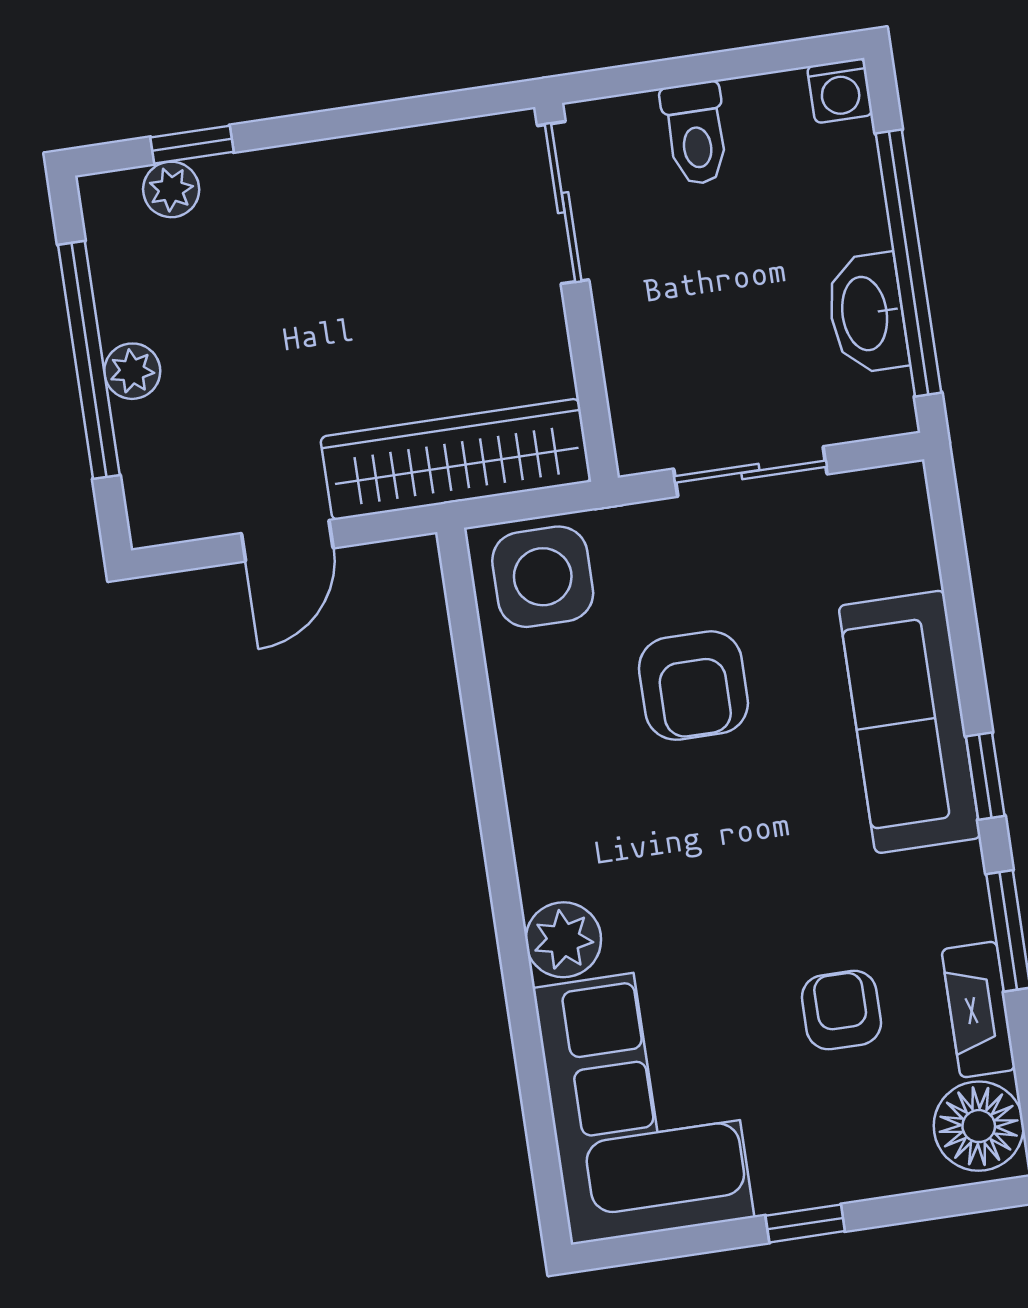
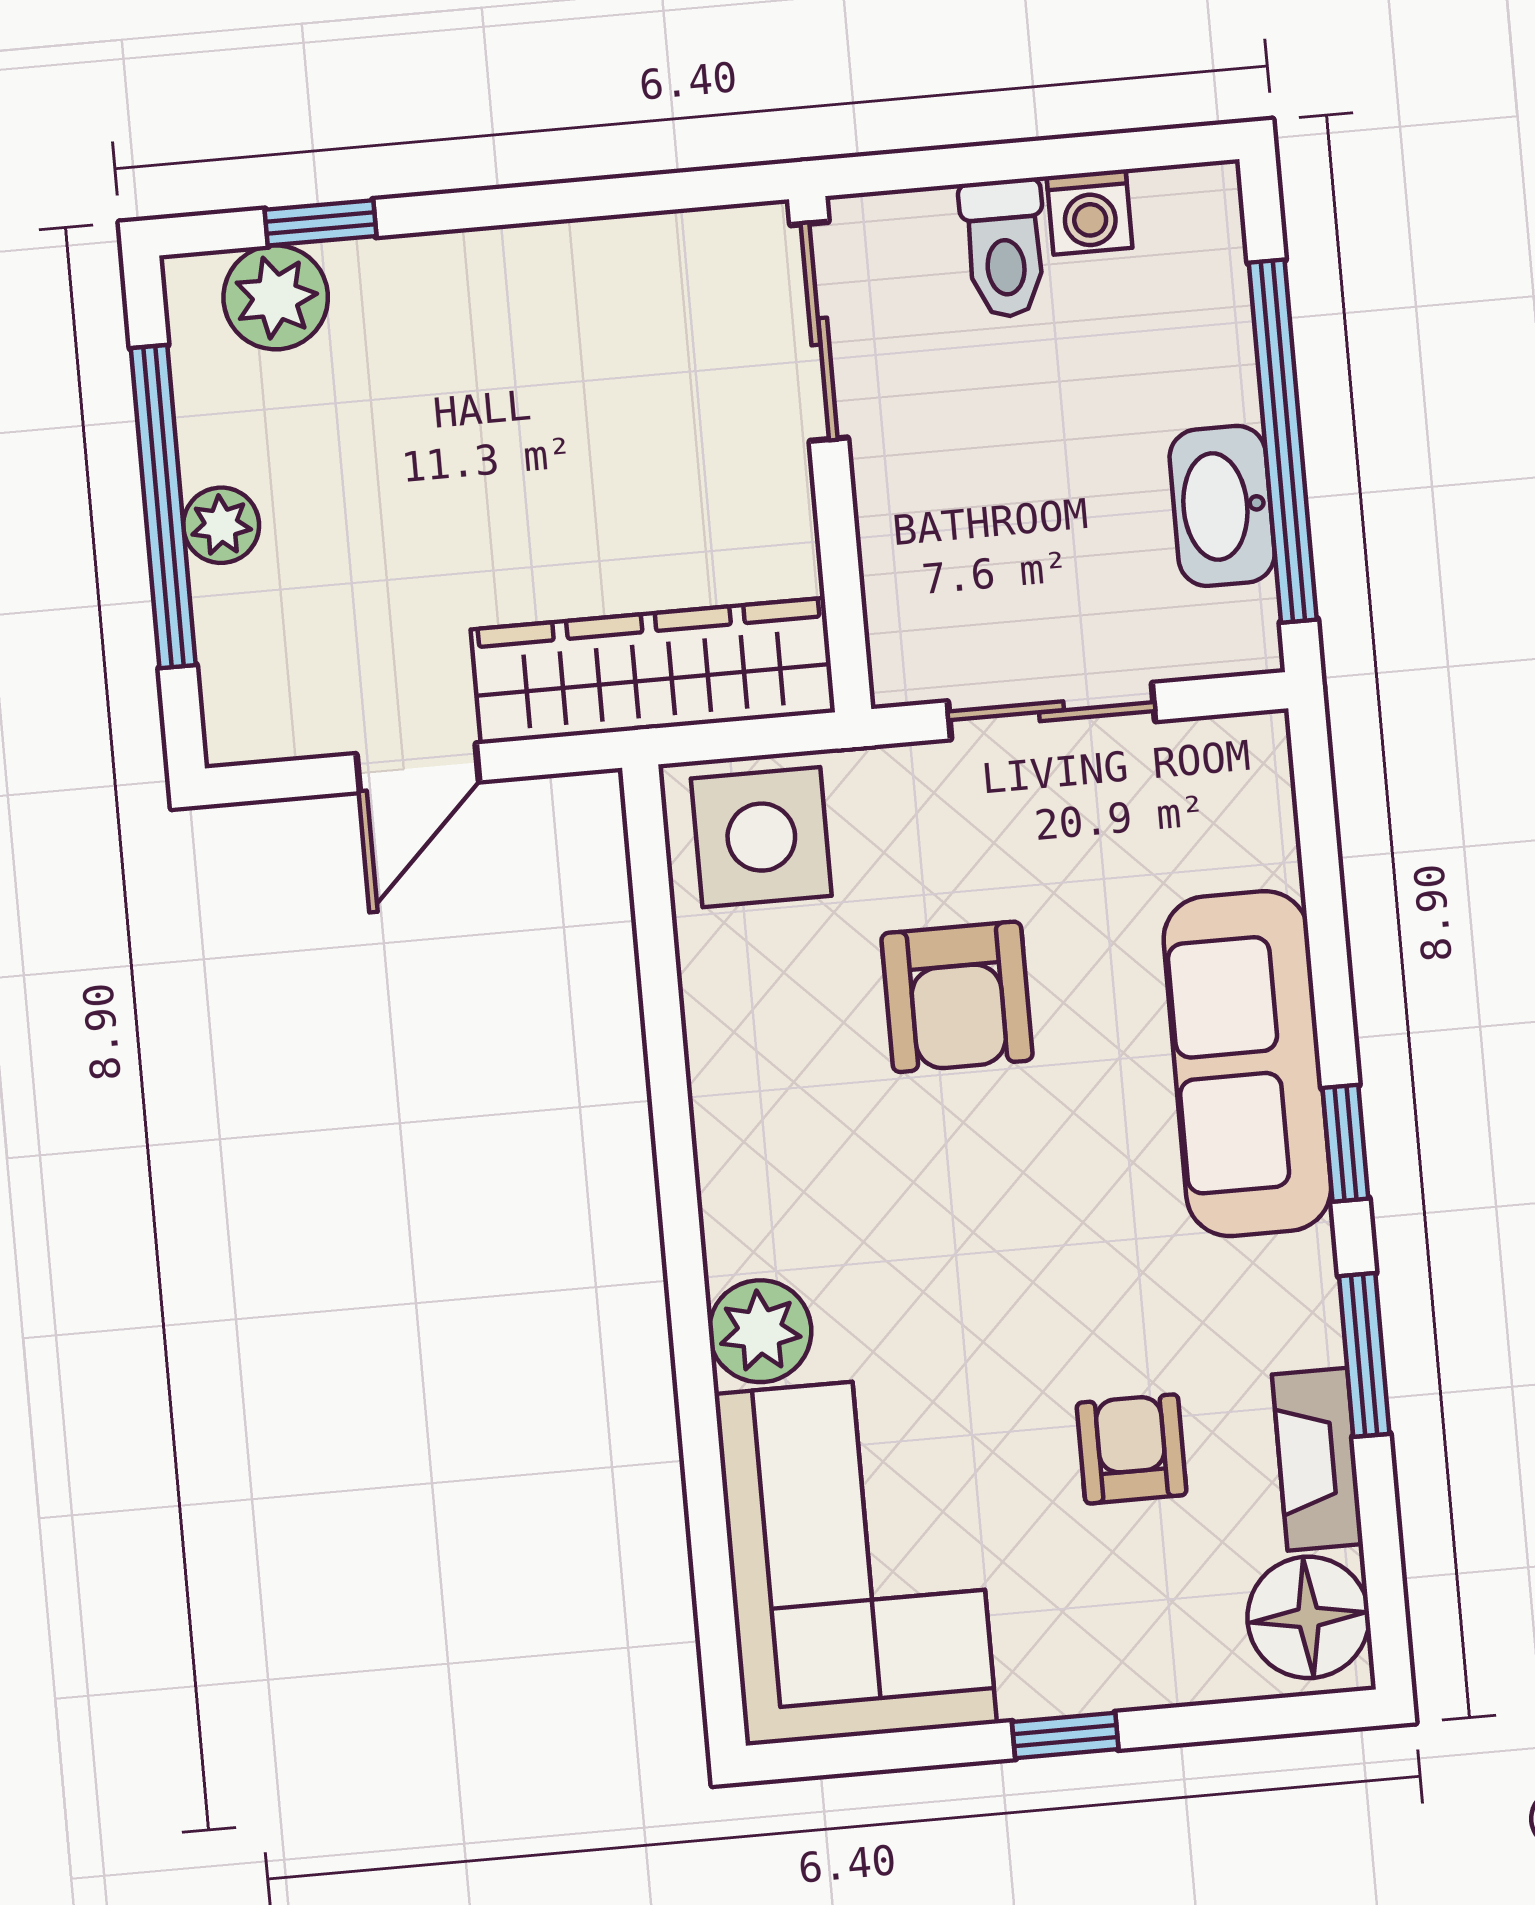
washing machine: (840, 91) -> (1089, 212), moved
plant: (171, 189) -> (276, 297), width x1.38, depth x1.38

